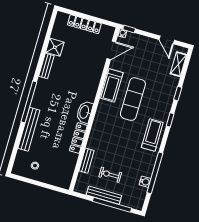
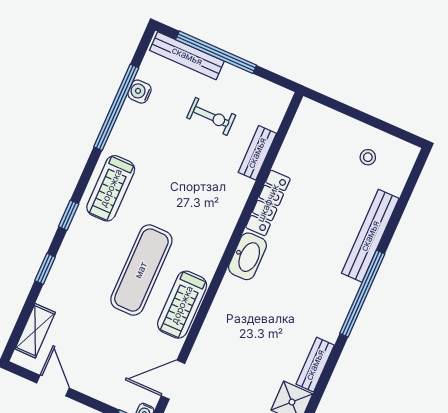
treadmill: (112, 86) -> (182, 305), turned 180
bench: (104, 195) -> (187, 56), moved

